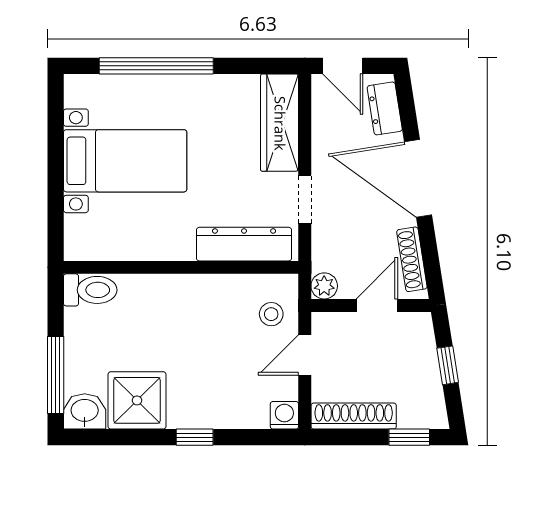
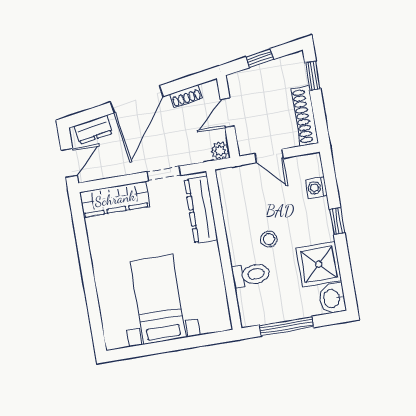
window: (156, 66) -> (90, 289), removed
shoe rack: (412, 259) -> (186, 96), width x0.70
toilet: (90, 290) -> (251, 275), moved, turned 90
door: (377, 305) -> (227, 113), hinge flipped
stool: (271, 314) -> (269, 239), moved
window: (56, 375) -> (287, 326), moved
washing machine: (284, 415) -> (316, 188), moved

